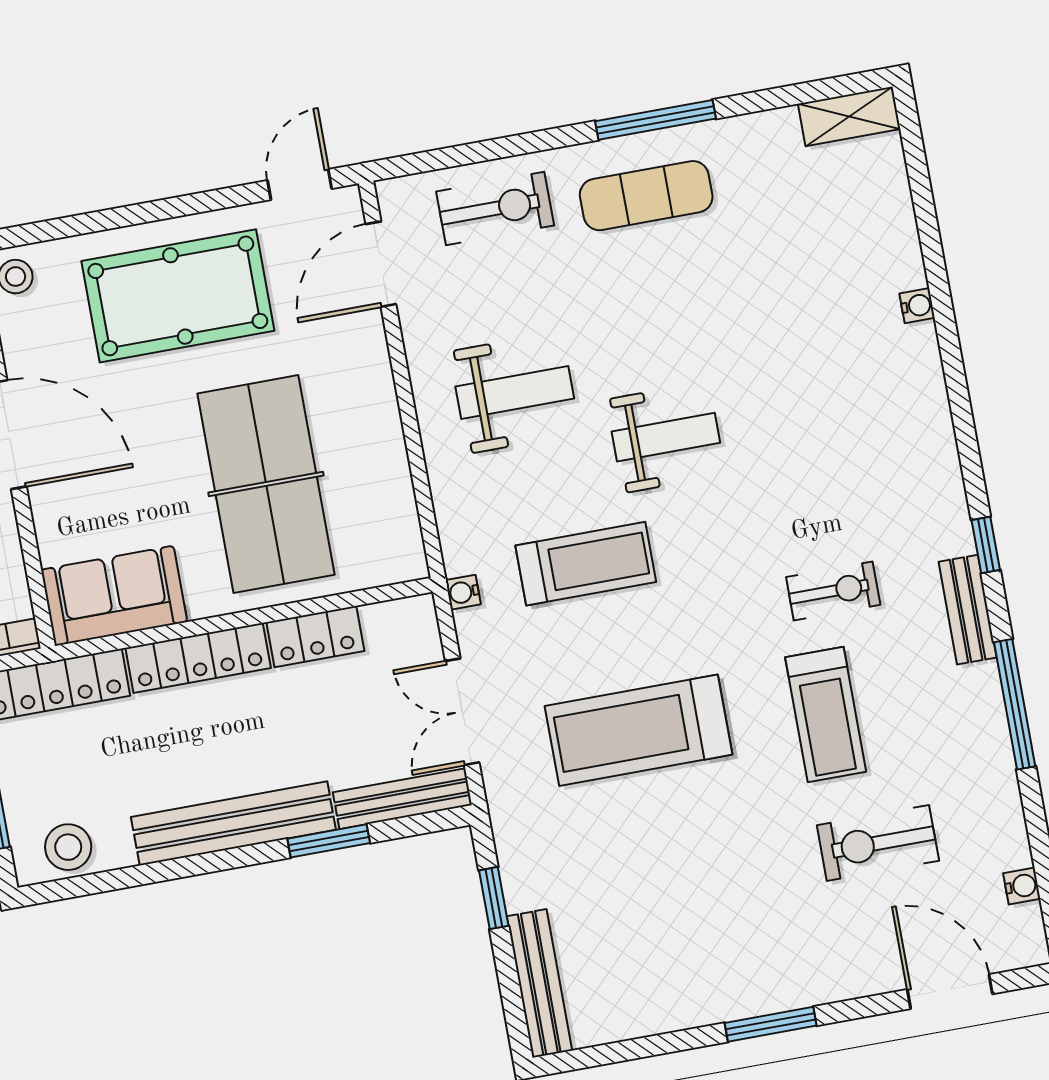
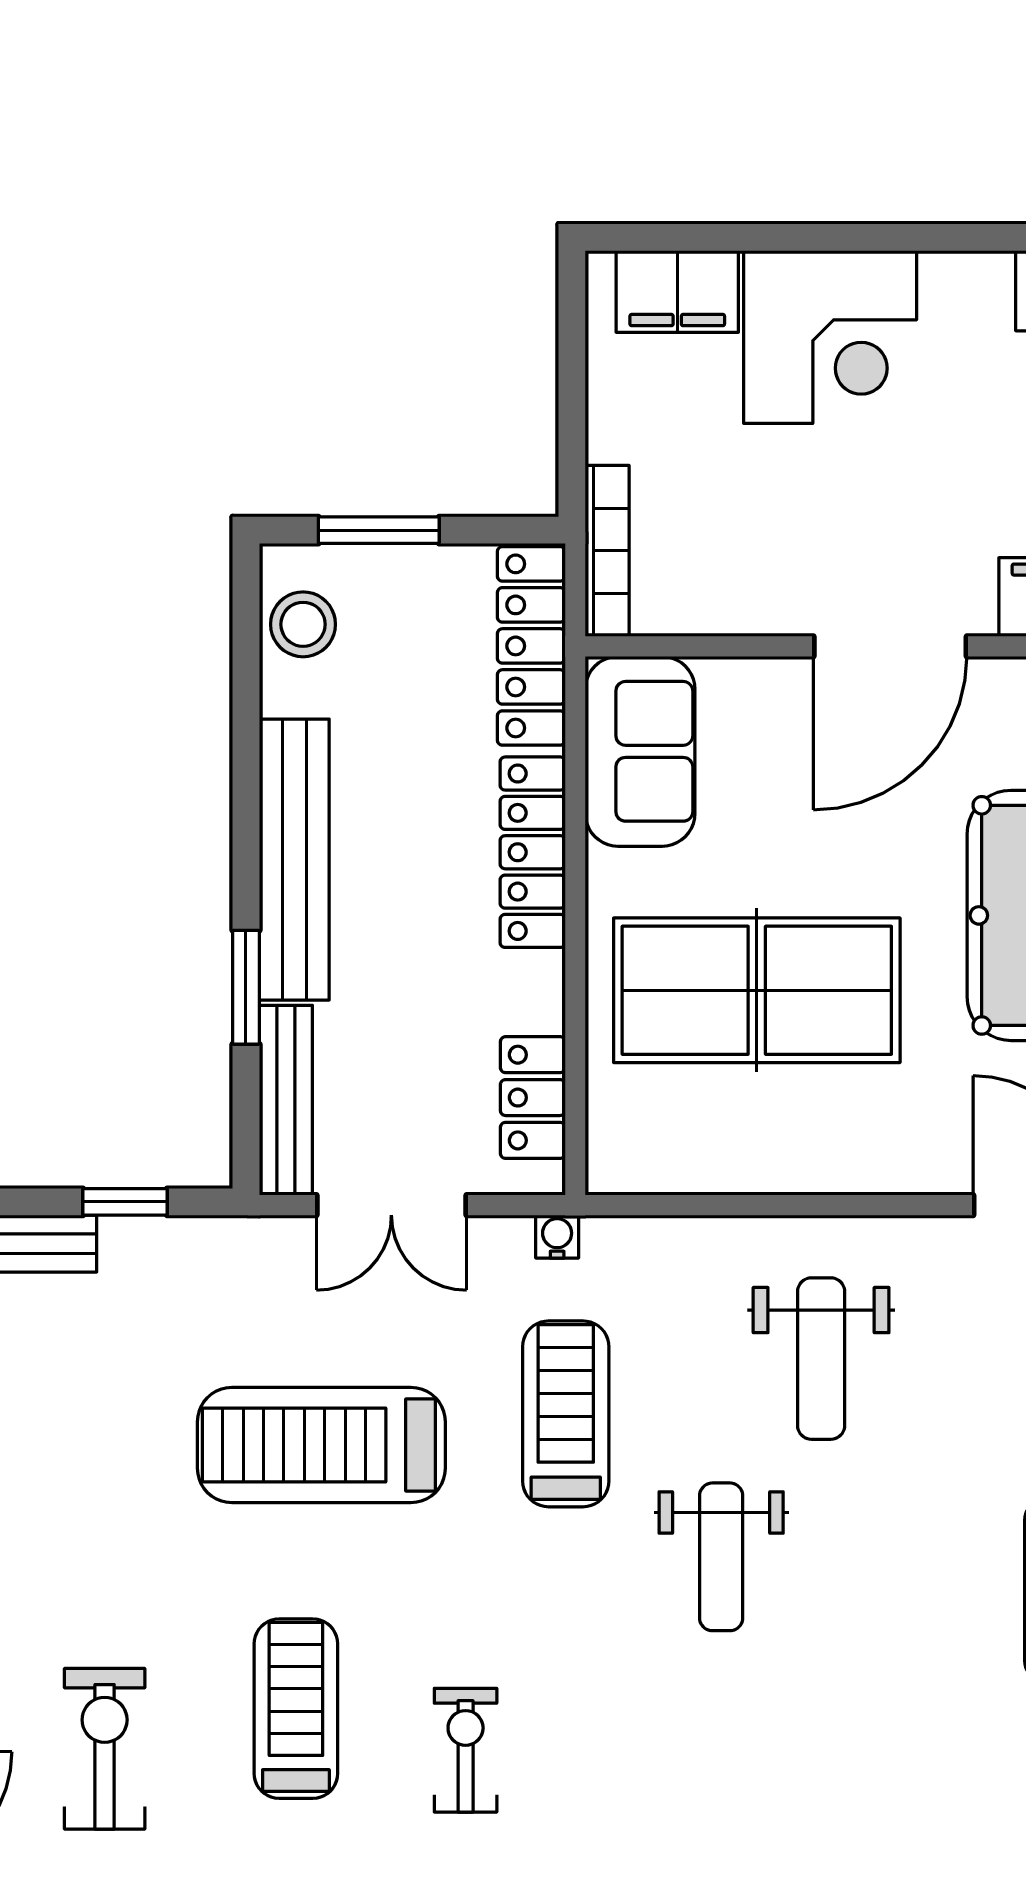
treadmill: (586, 564) -> (566, 1414), turned 180
exercise bike: (833, 591) -> (466, 1750), turned 180
locker: (315, 637) -> (533, 1098), moved
double door: (462, 712) -> (391, 1205), swing flipped
treadmill: (826, 715) -> (296, 1709), turned 90
treadmill: (638, 730) -> (321, 1445), turned -90

